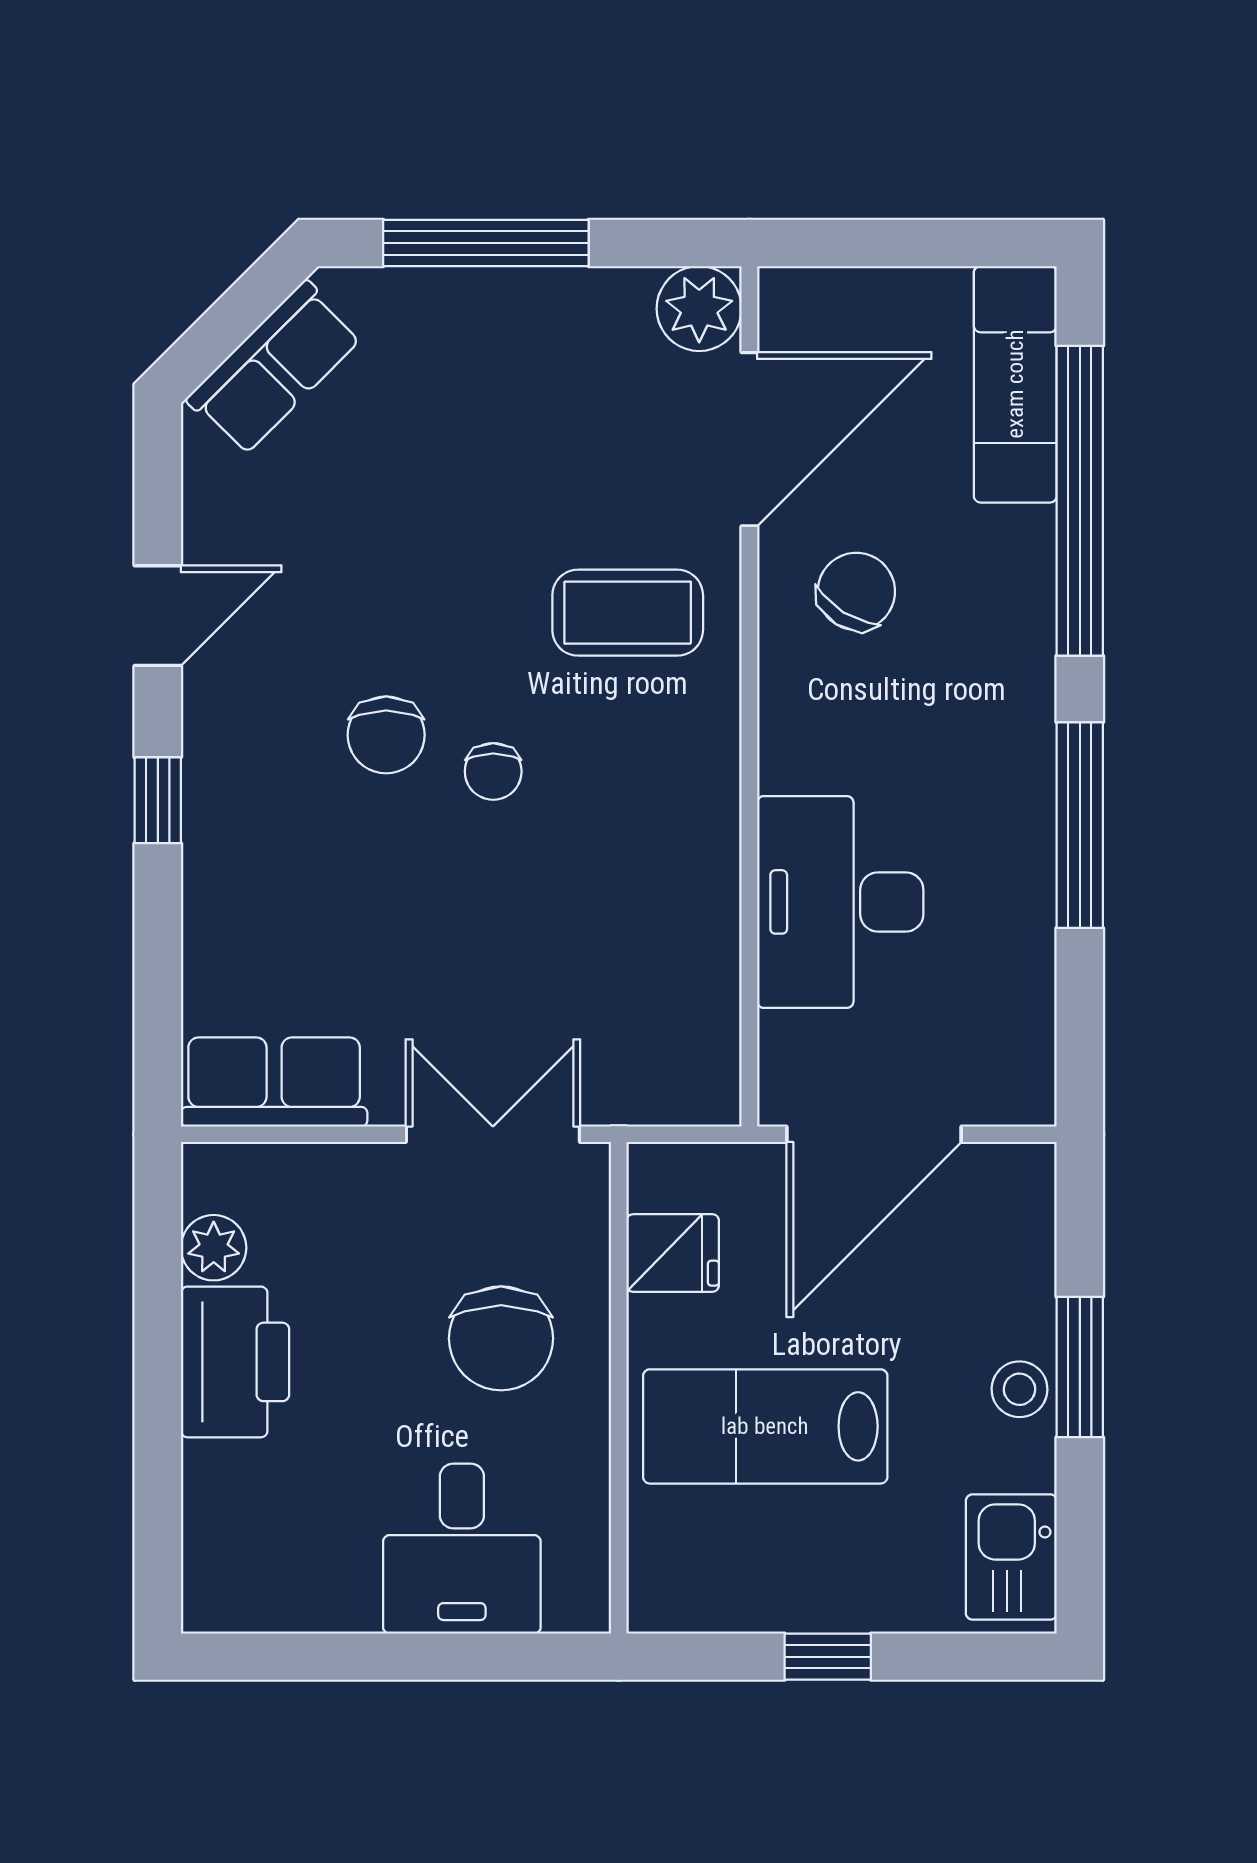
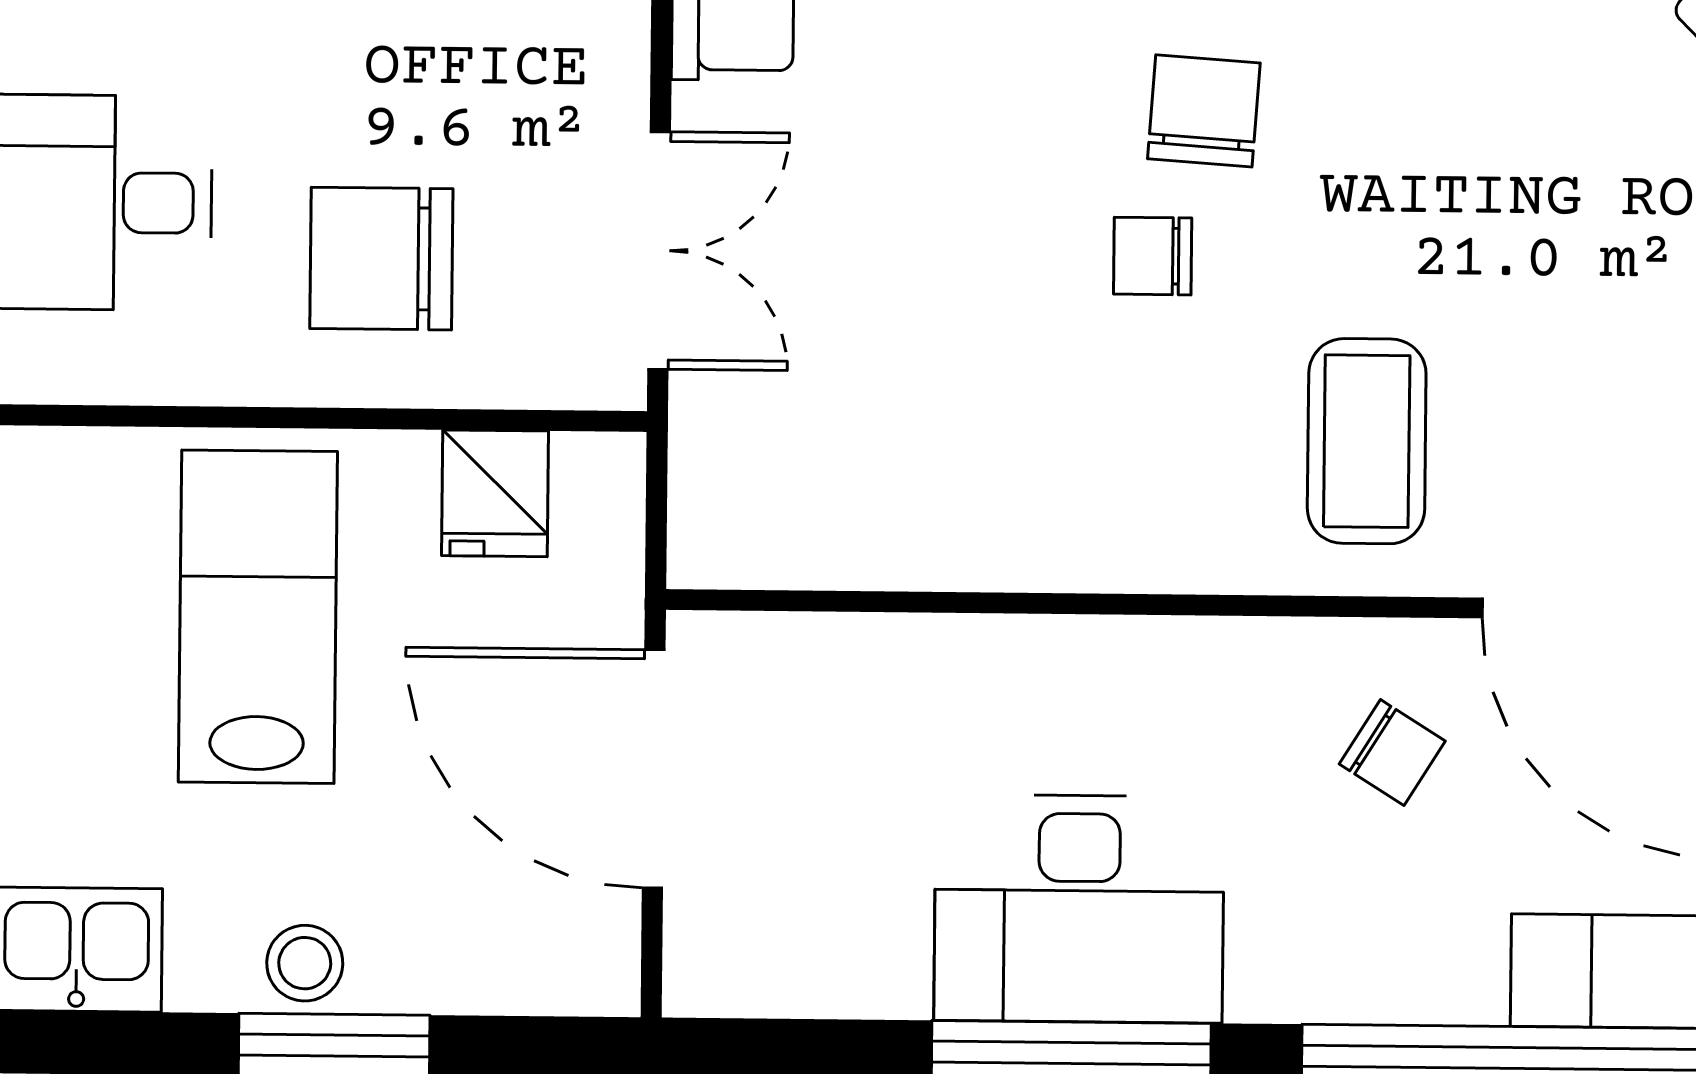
chair: (856, 591) -> (1392, 753), width x0.73, depth x0.73
chair: (386, 735) -> (1204, 111), turned 94
desk: (840, 902) -> (1079, 909), moved, turned 180

